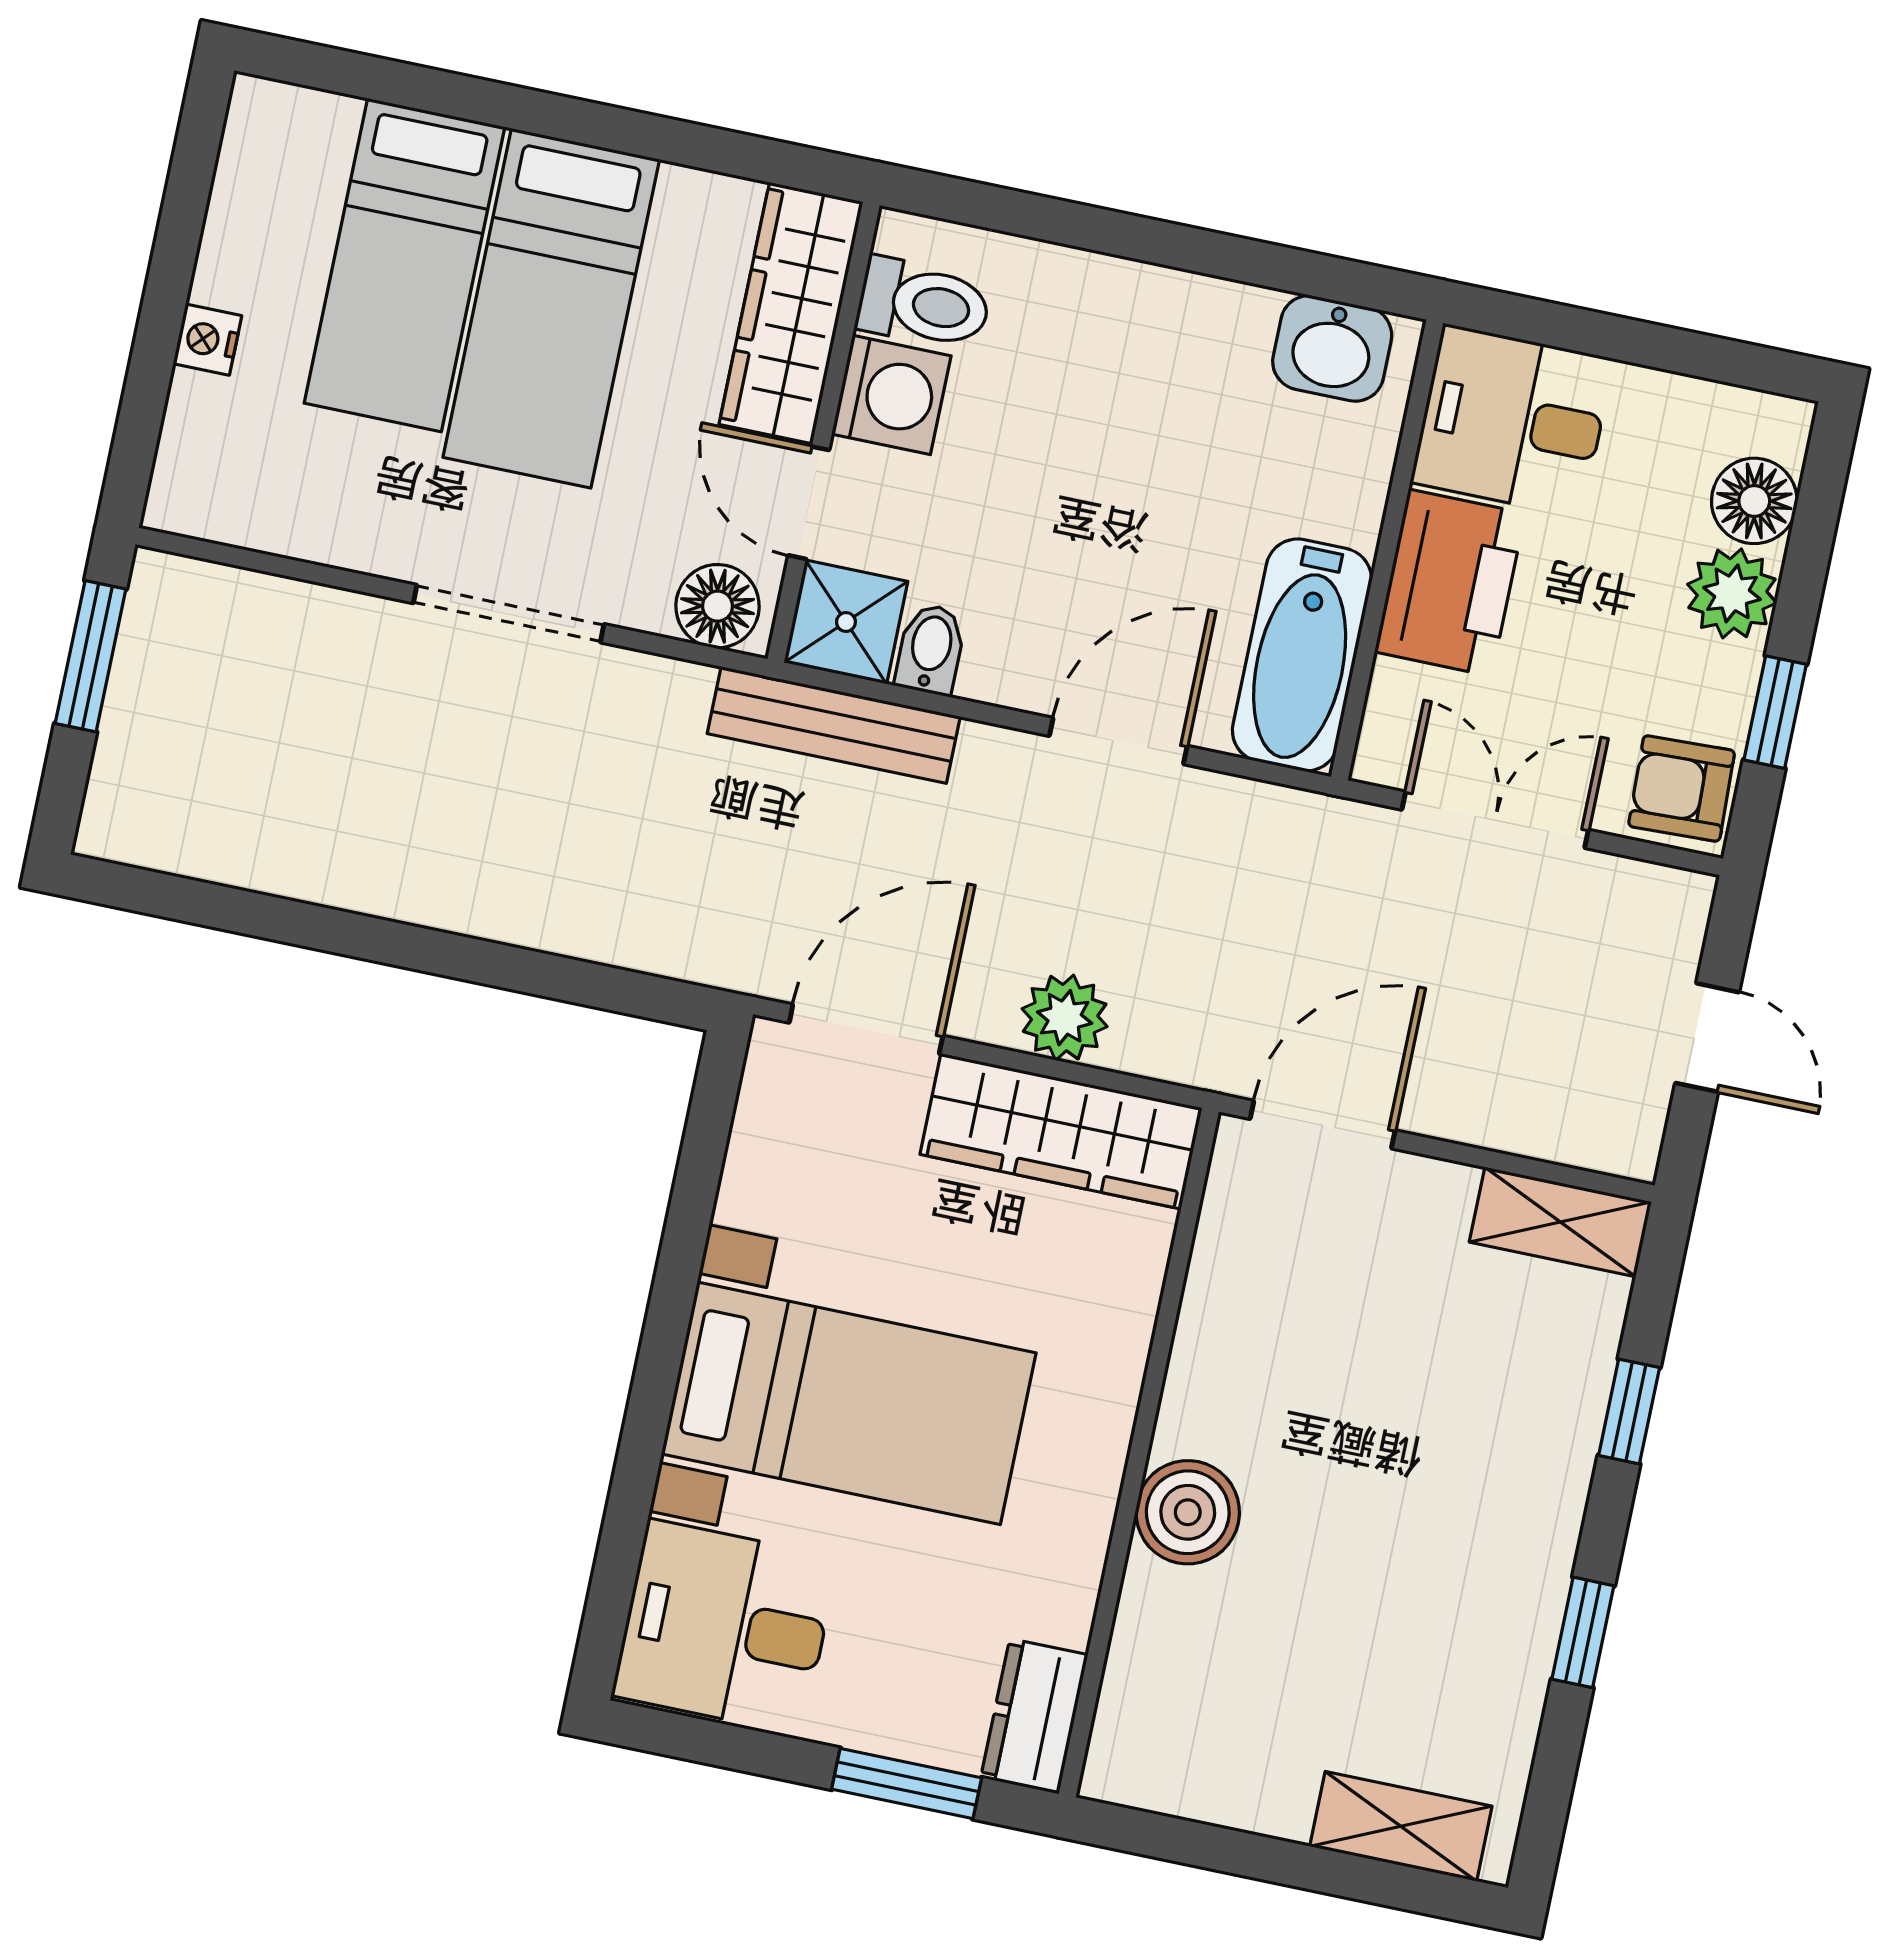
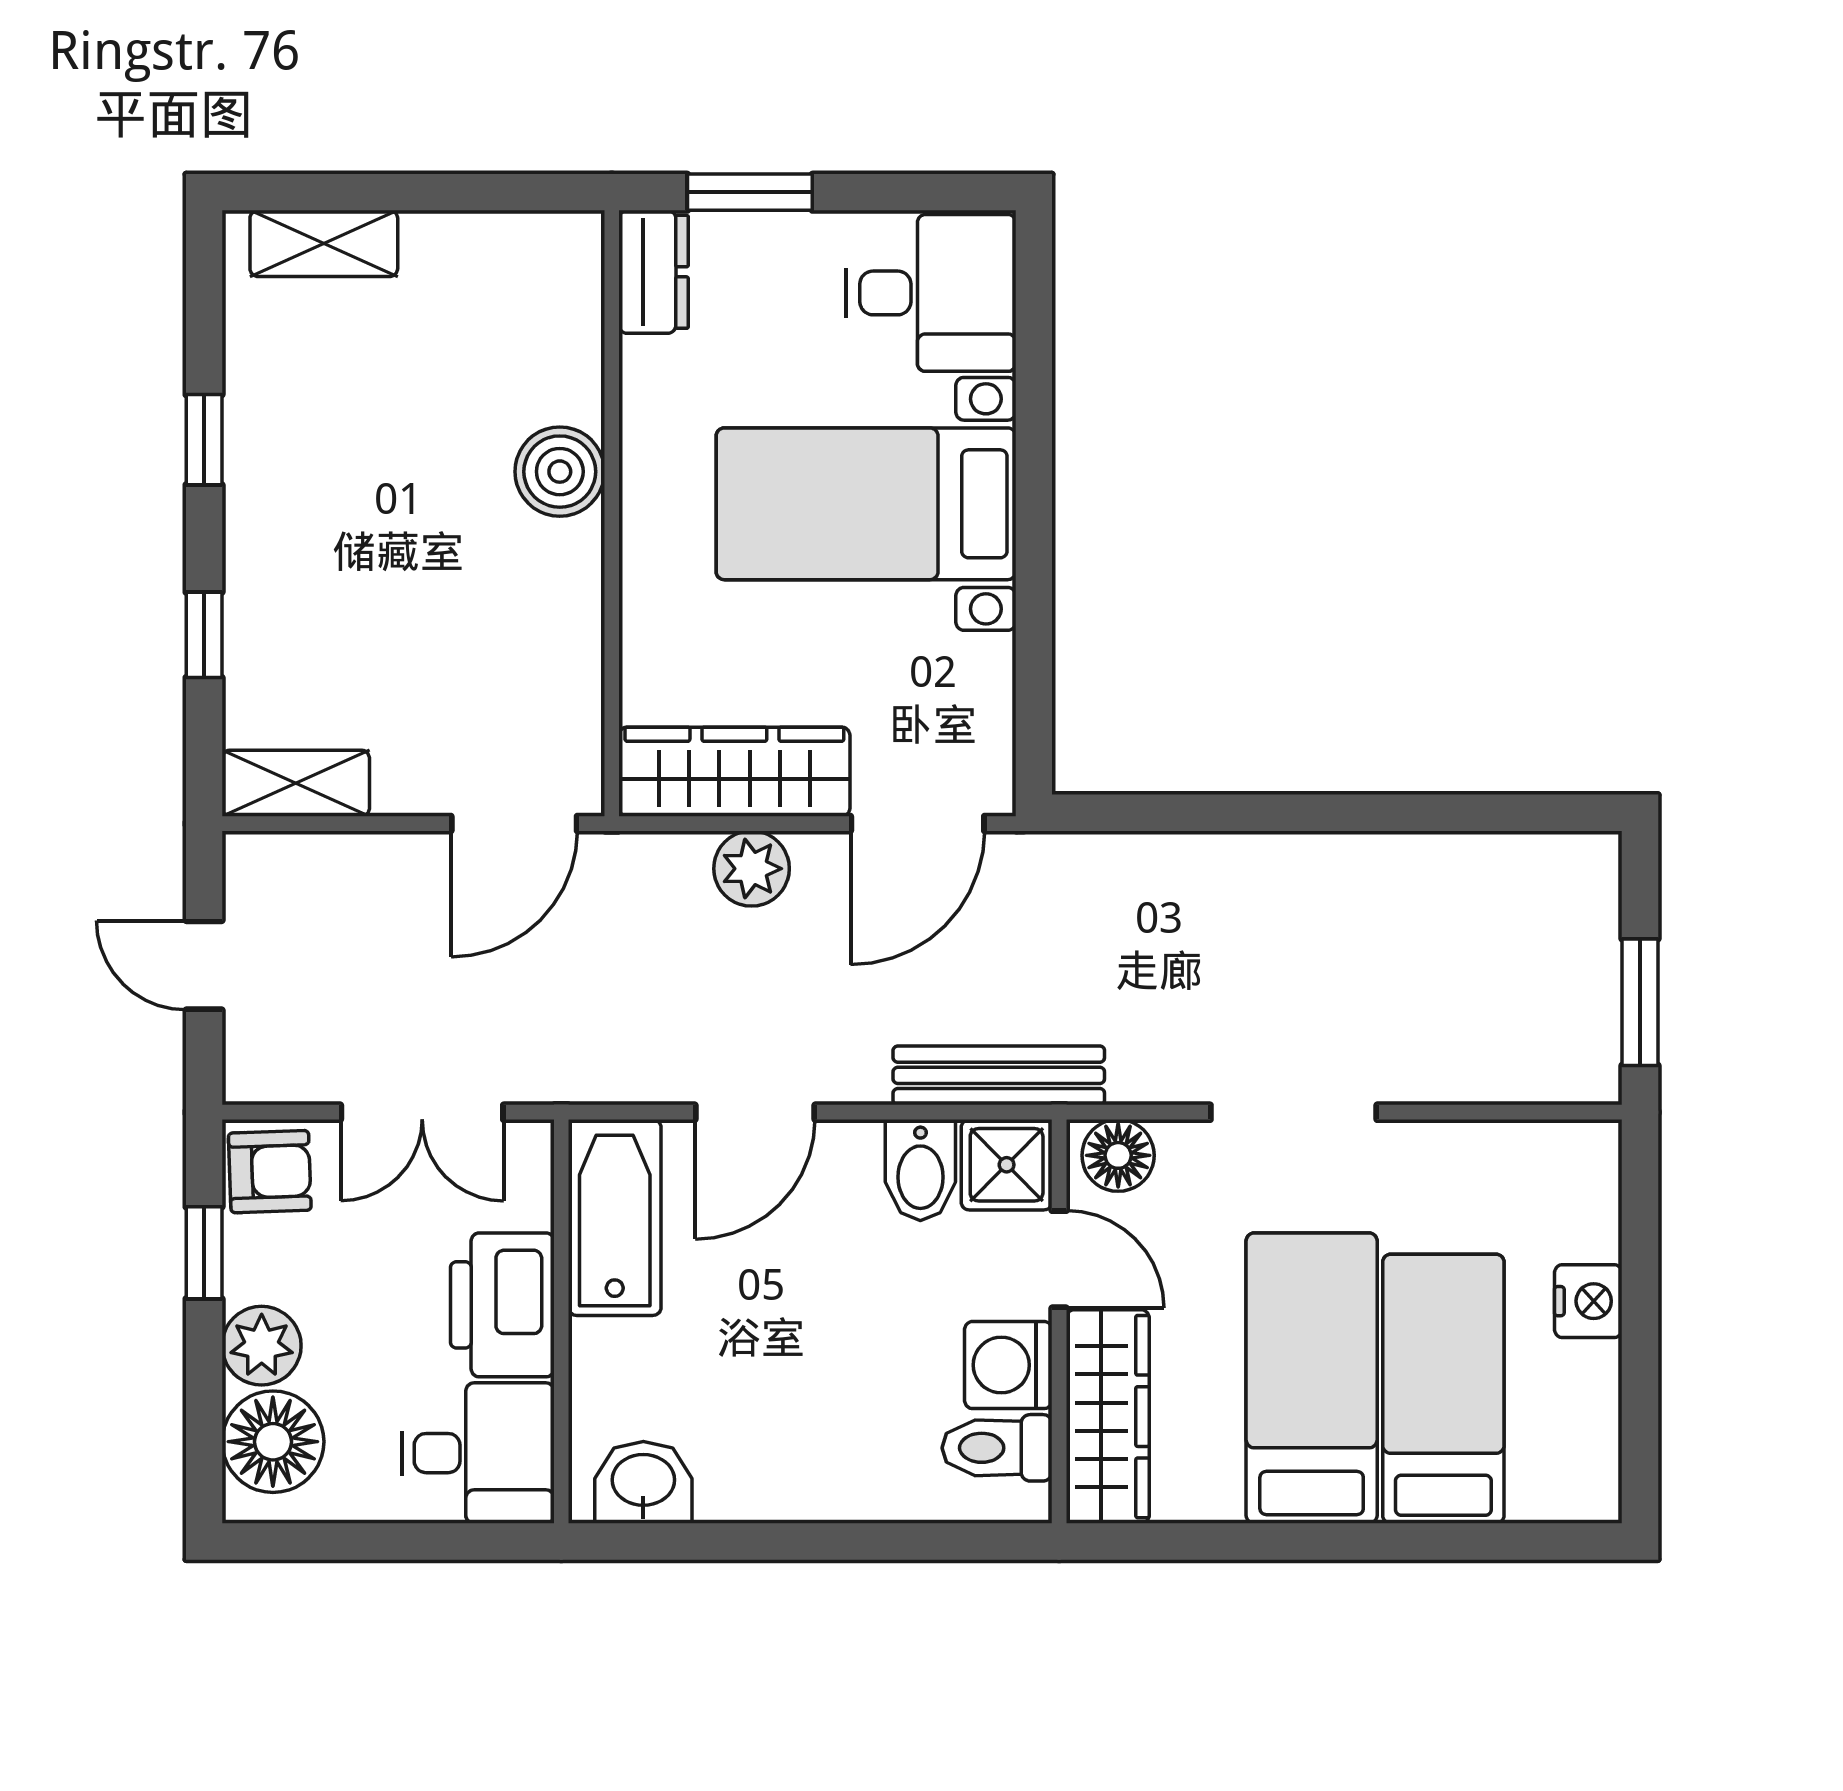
nightstand: (207, 340) -> (1588, 1301), width x1.39, depth x1.35
floor lamp: (1754, 501) -> (273, 1442), width x1.38, depth x1.38
bidet: (931, 649) -> (920, 1170), width x1.38, depth x1.36

